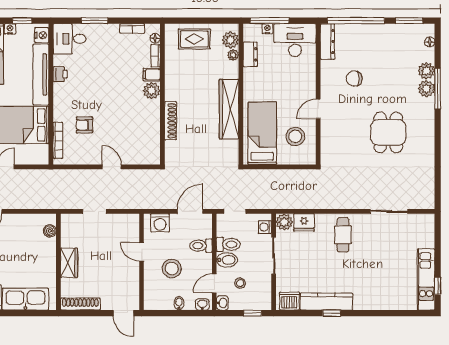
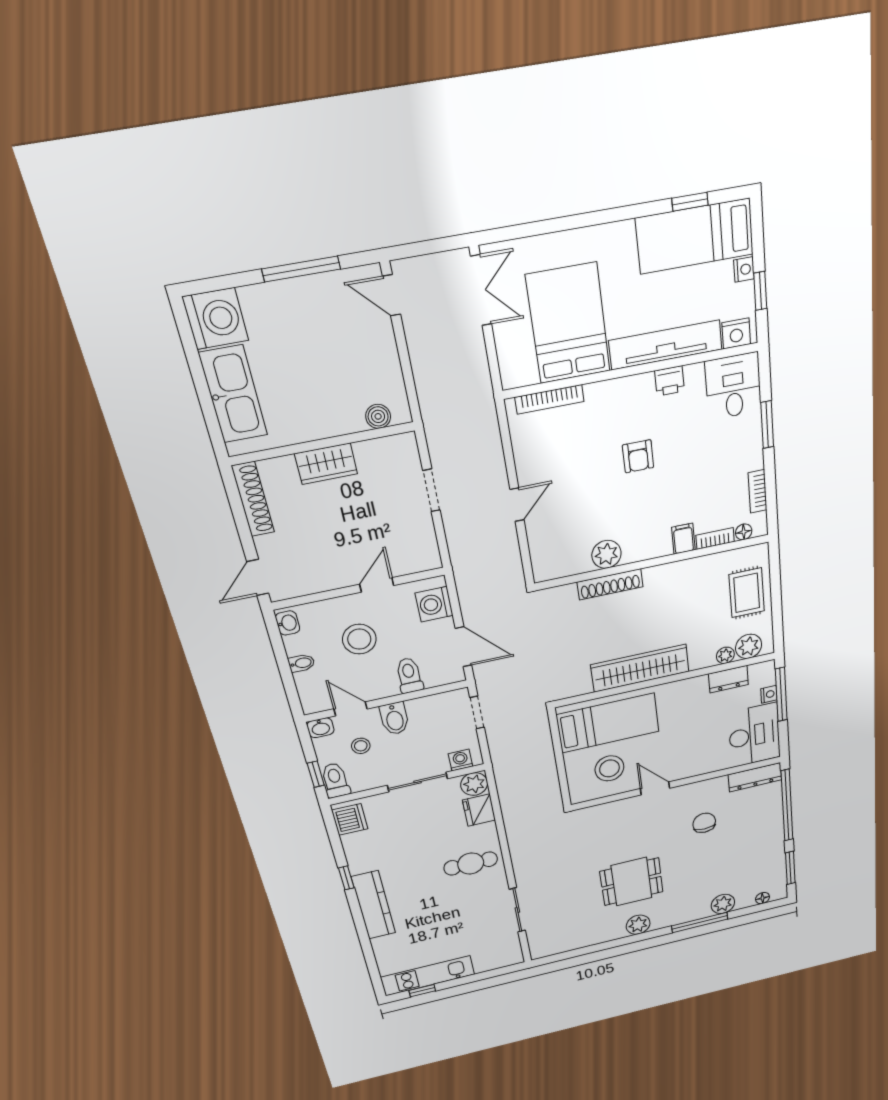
plant: (426, 89) -> (638, 925), moved
plant: (152, 91) -> (607, 554), moved
armchair: (84, 125) -> (638, 456), moved, turned 180
toilet: (228, 244) -> (335, 780), moved, turned 180
kitchen counter: (326, 301) -> (373, 905), moved
washbasin: (202, 305) -> (288, 623), moved

